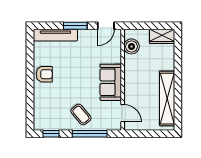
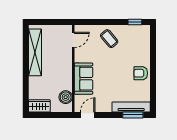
window: (75, 26) -> (133, 115), moved
sofa: (111, 82) -> (84, 79), moved
door: (123, 113) -> (73, 40), swing flipped
window: (90, 134) -> (102, 22), removed

